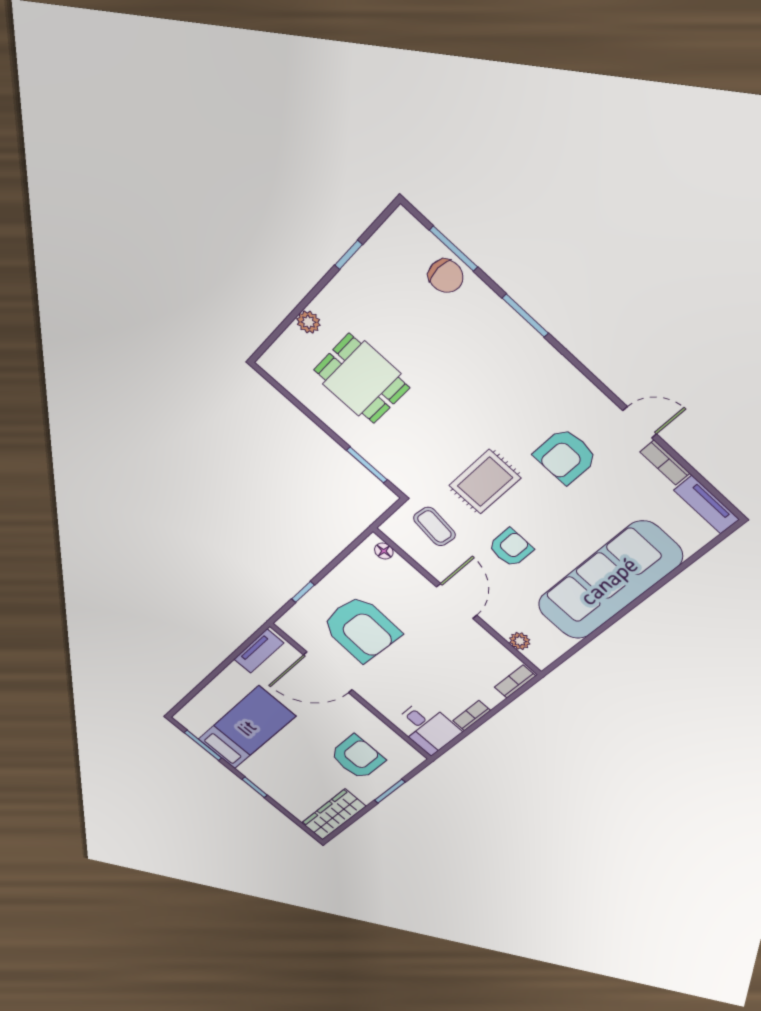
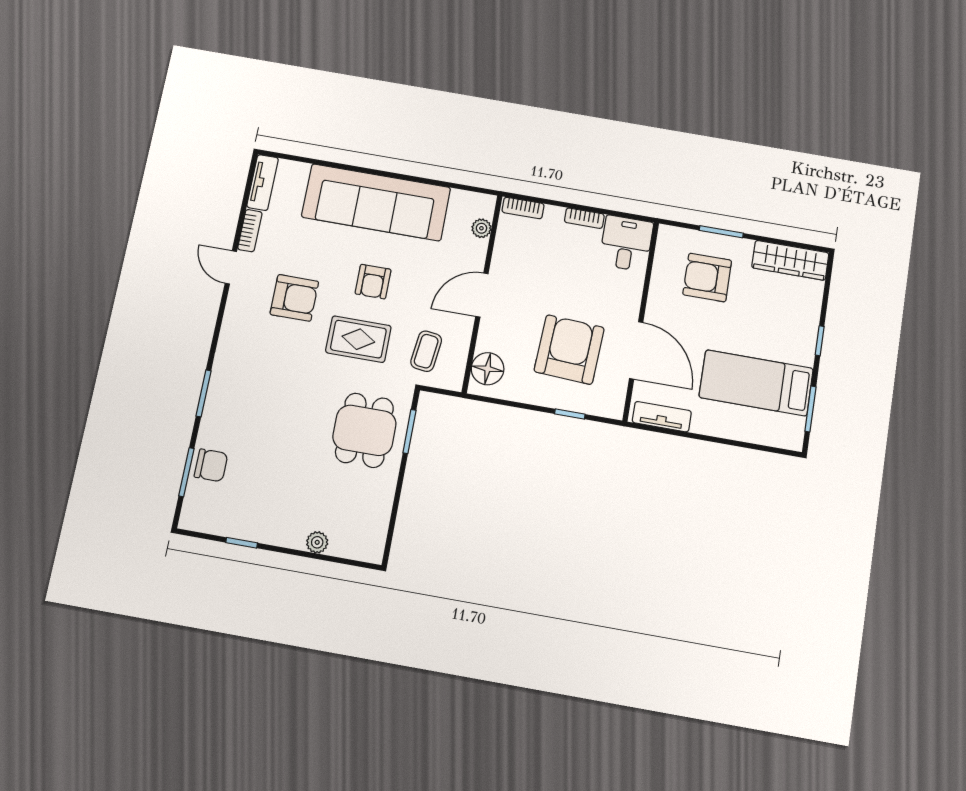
chair: (446, 276) -> (211, 465), turned 90
dining table: (362, 379) -> (364, 430), moved
armchair: (511, 548) -> (373, 282), moved, turned -90
floor lamp: (384, 551) -> (488, 369), width x1.89, depth x1.89

